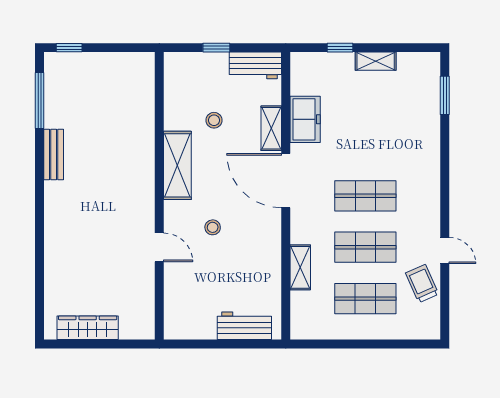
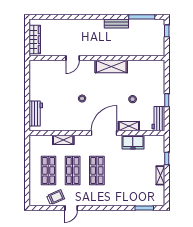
shelving: (177, 165) -> (111, 66), moved
wall: (159, 196) -> (97, 58), moved
door: (159, 247) -> (73, 58), moved

